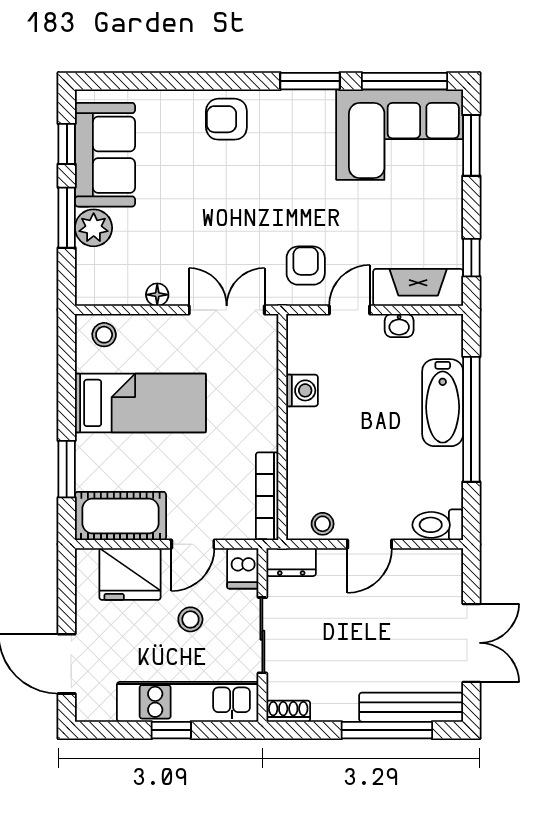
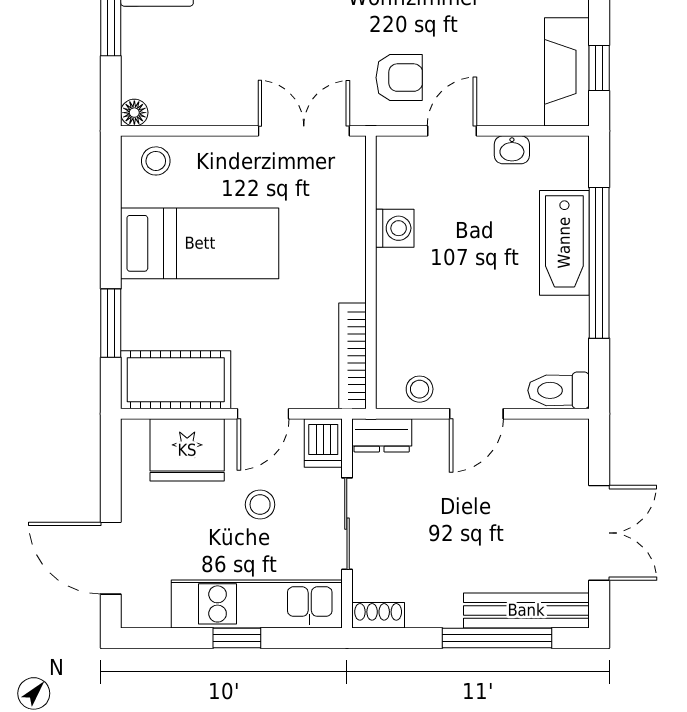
plant: (94, 228) -> (143, 32), removed
armchair: (306, 266) -> (399, 78), turned 90
fireplace: (418, 287) -> (567, 72), moved, turned -90
floor lamp: (157, 295) -> (134, 113), moved

